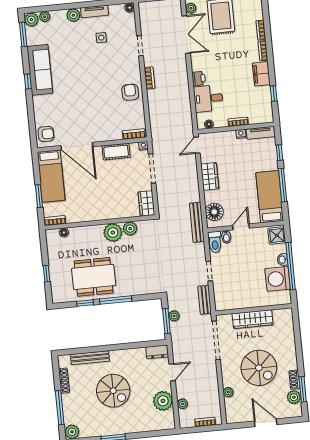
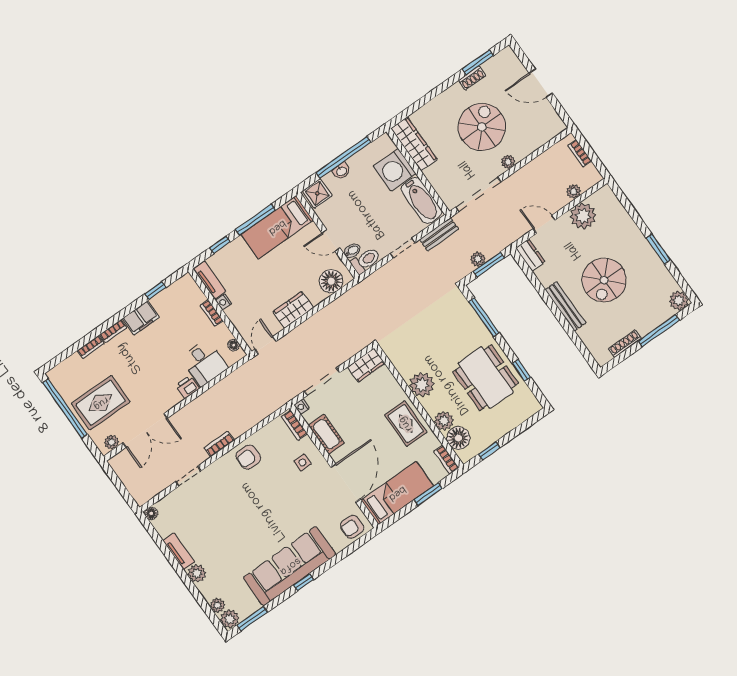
double door: (186, 35) -> (145, 430), swing flipped
side table: (101, 38) -> (302, 463), moved
sofa: (40, 70) -> (290, 566), width x1.36, depth x1.27
armchair: (46, 134) -> (352, 527), turned -90
door: (197, 145) -> (266, 345), swing flipped
rug: (93, 207) -> (406, 424), added
bench: (197, 222) -> (355, 294), removed
plant: (130, 229) -> (444, 421), moved
floor lamp: (64, 232) -> (458, 438), width x1.89, depth x1.89
window: (47, 274) -> (489, 451), moved
washing machine: (278, 279) -> (395, 170), moved, turned 90
window: (116, 300) -> (484, 317), moved
bathtub: (233, 301) -> (421, 200), added
wardrobe: (253, 319) -> (414, 144), moved
bench: (90, 358) -> (566, 306), moved
spiral stairs: (113, 391) -> (604, 280), turned 180
plant: (228, 392) -> (508, 162), moved
plant: (294, 397) -> (493, 67), removed
door: (266, 423) -> (541, 83), hinge flipped

